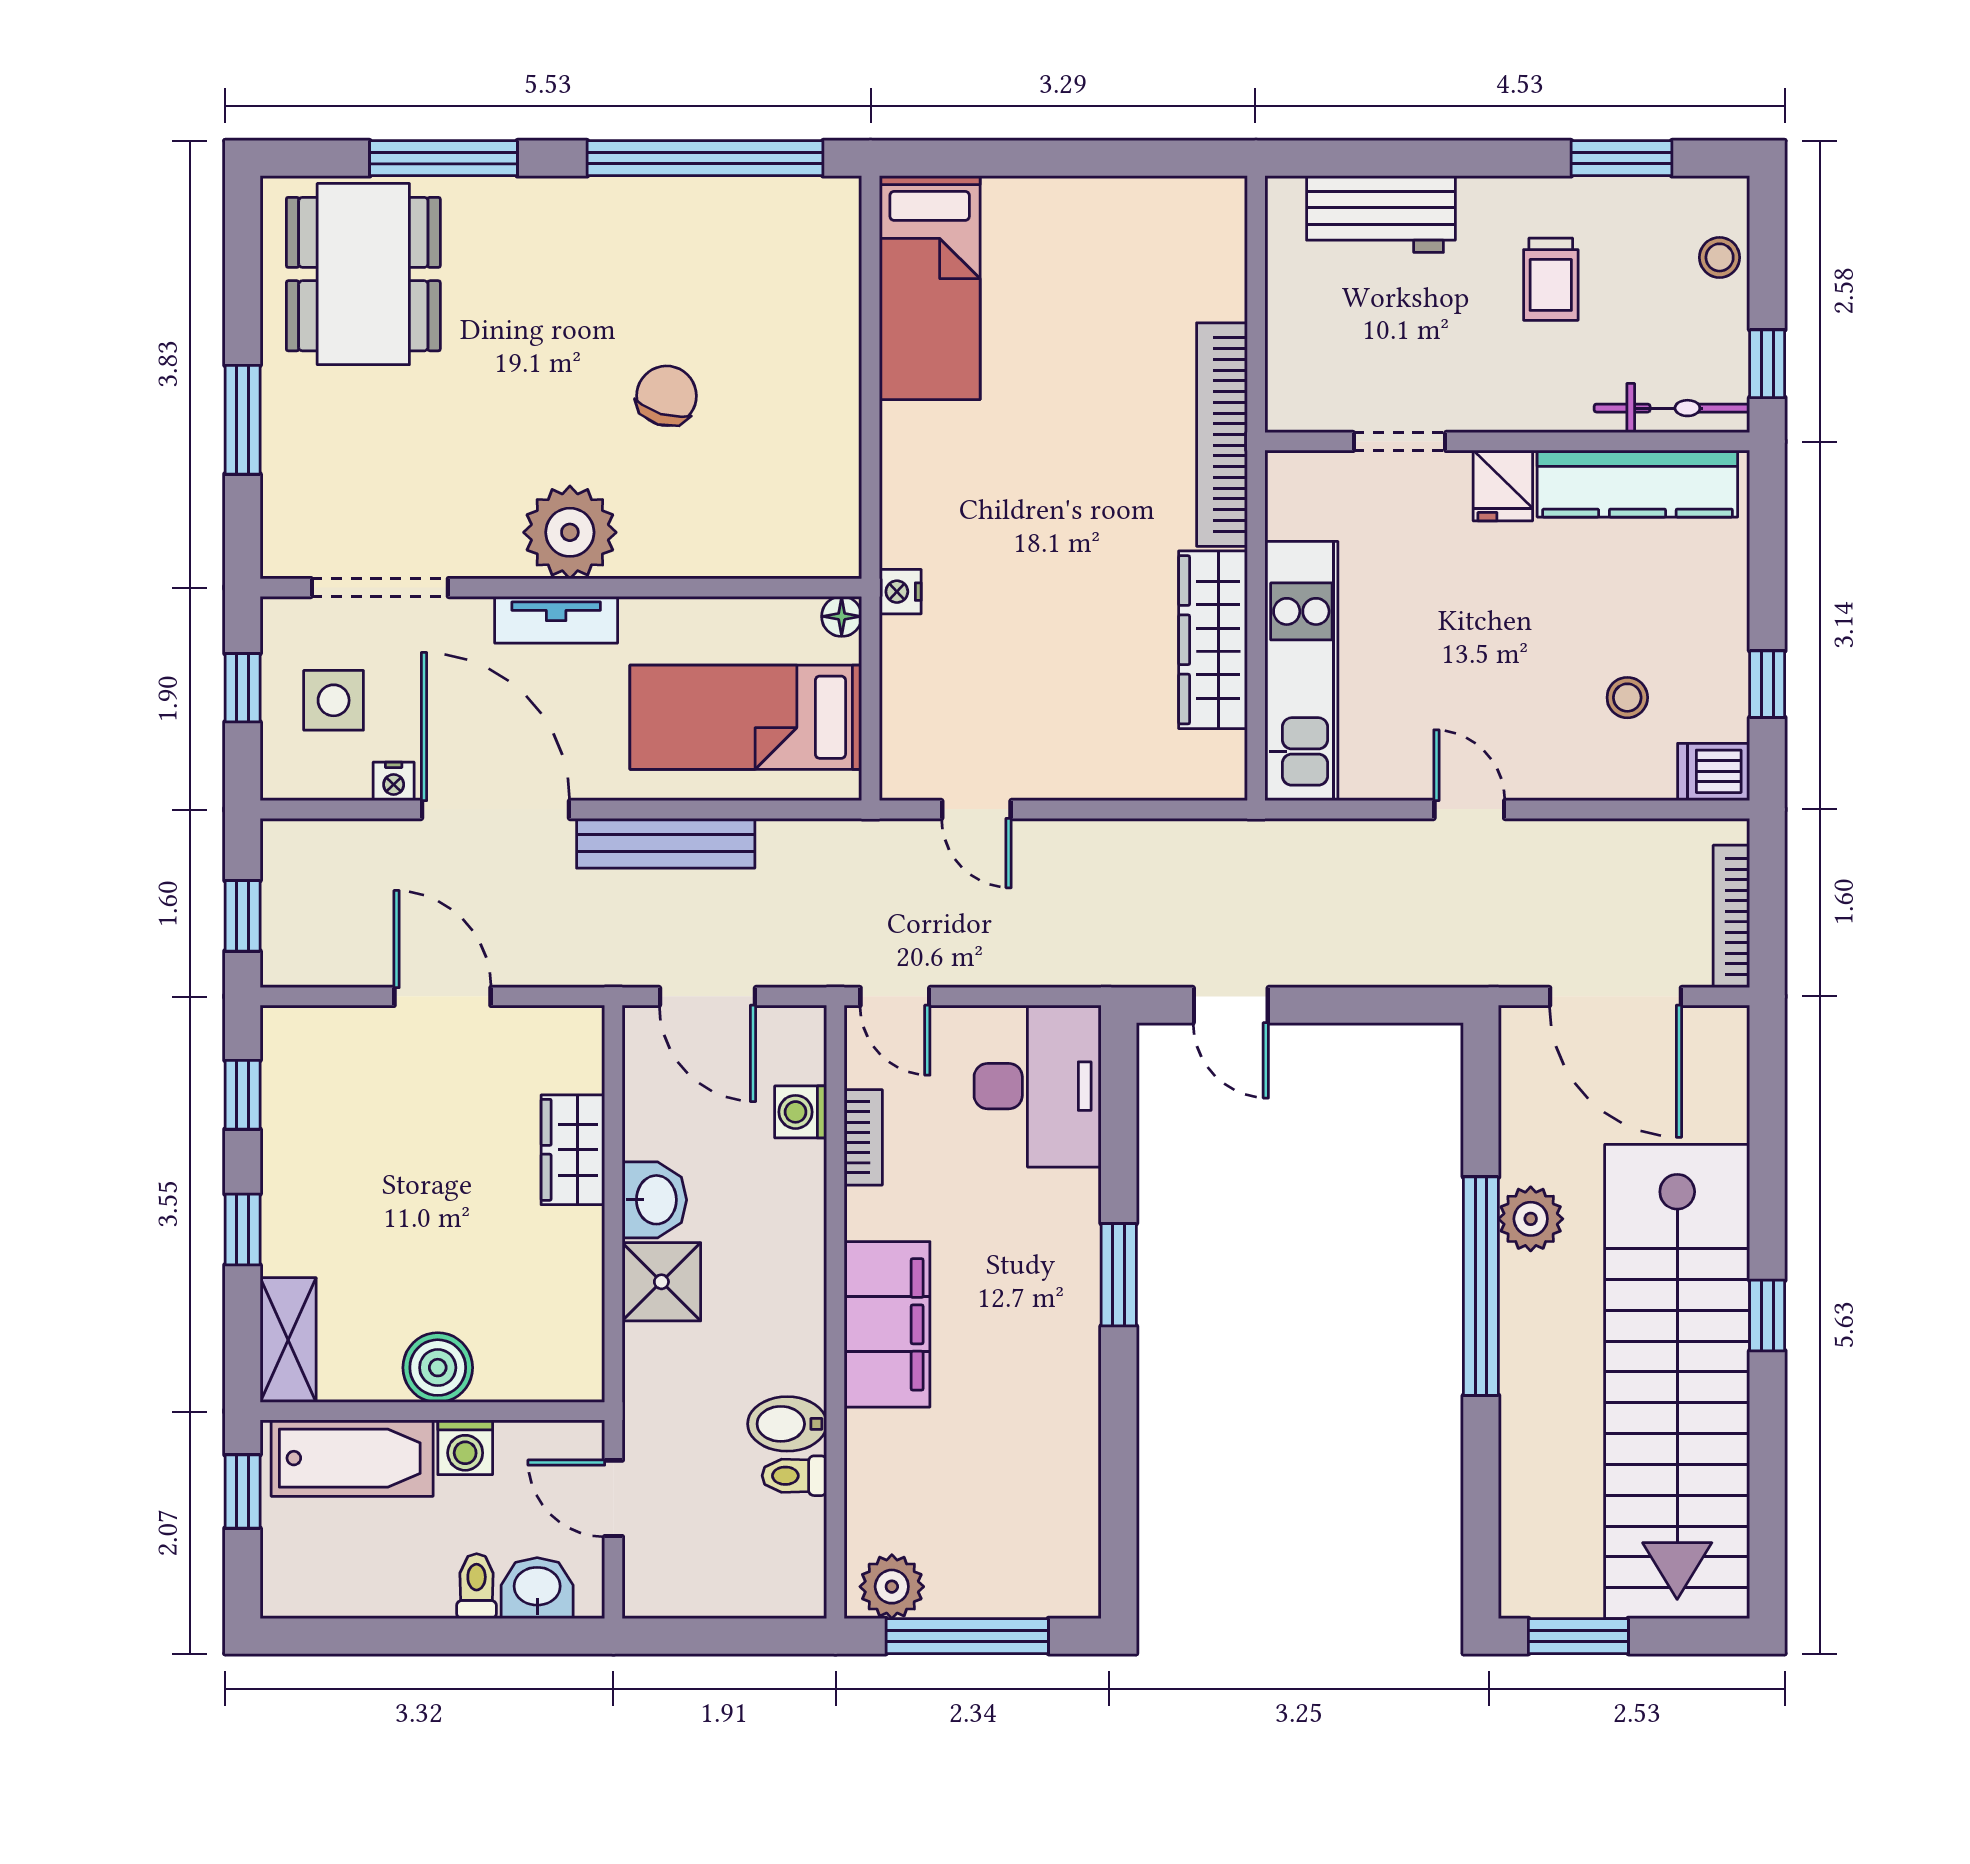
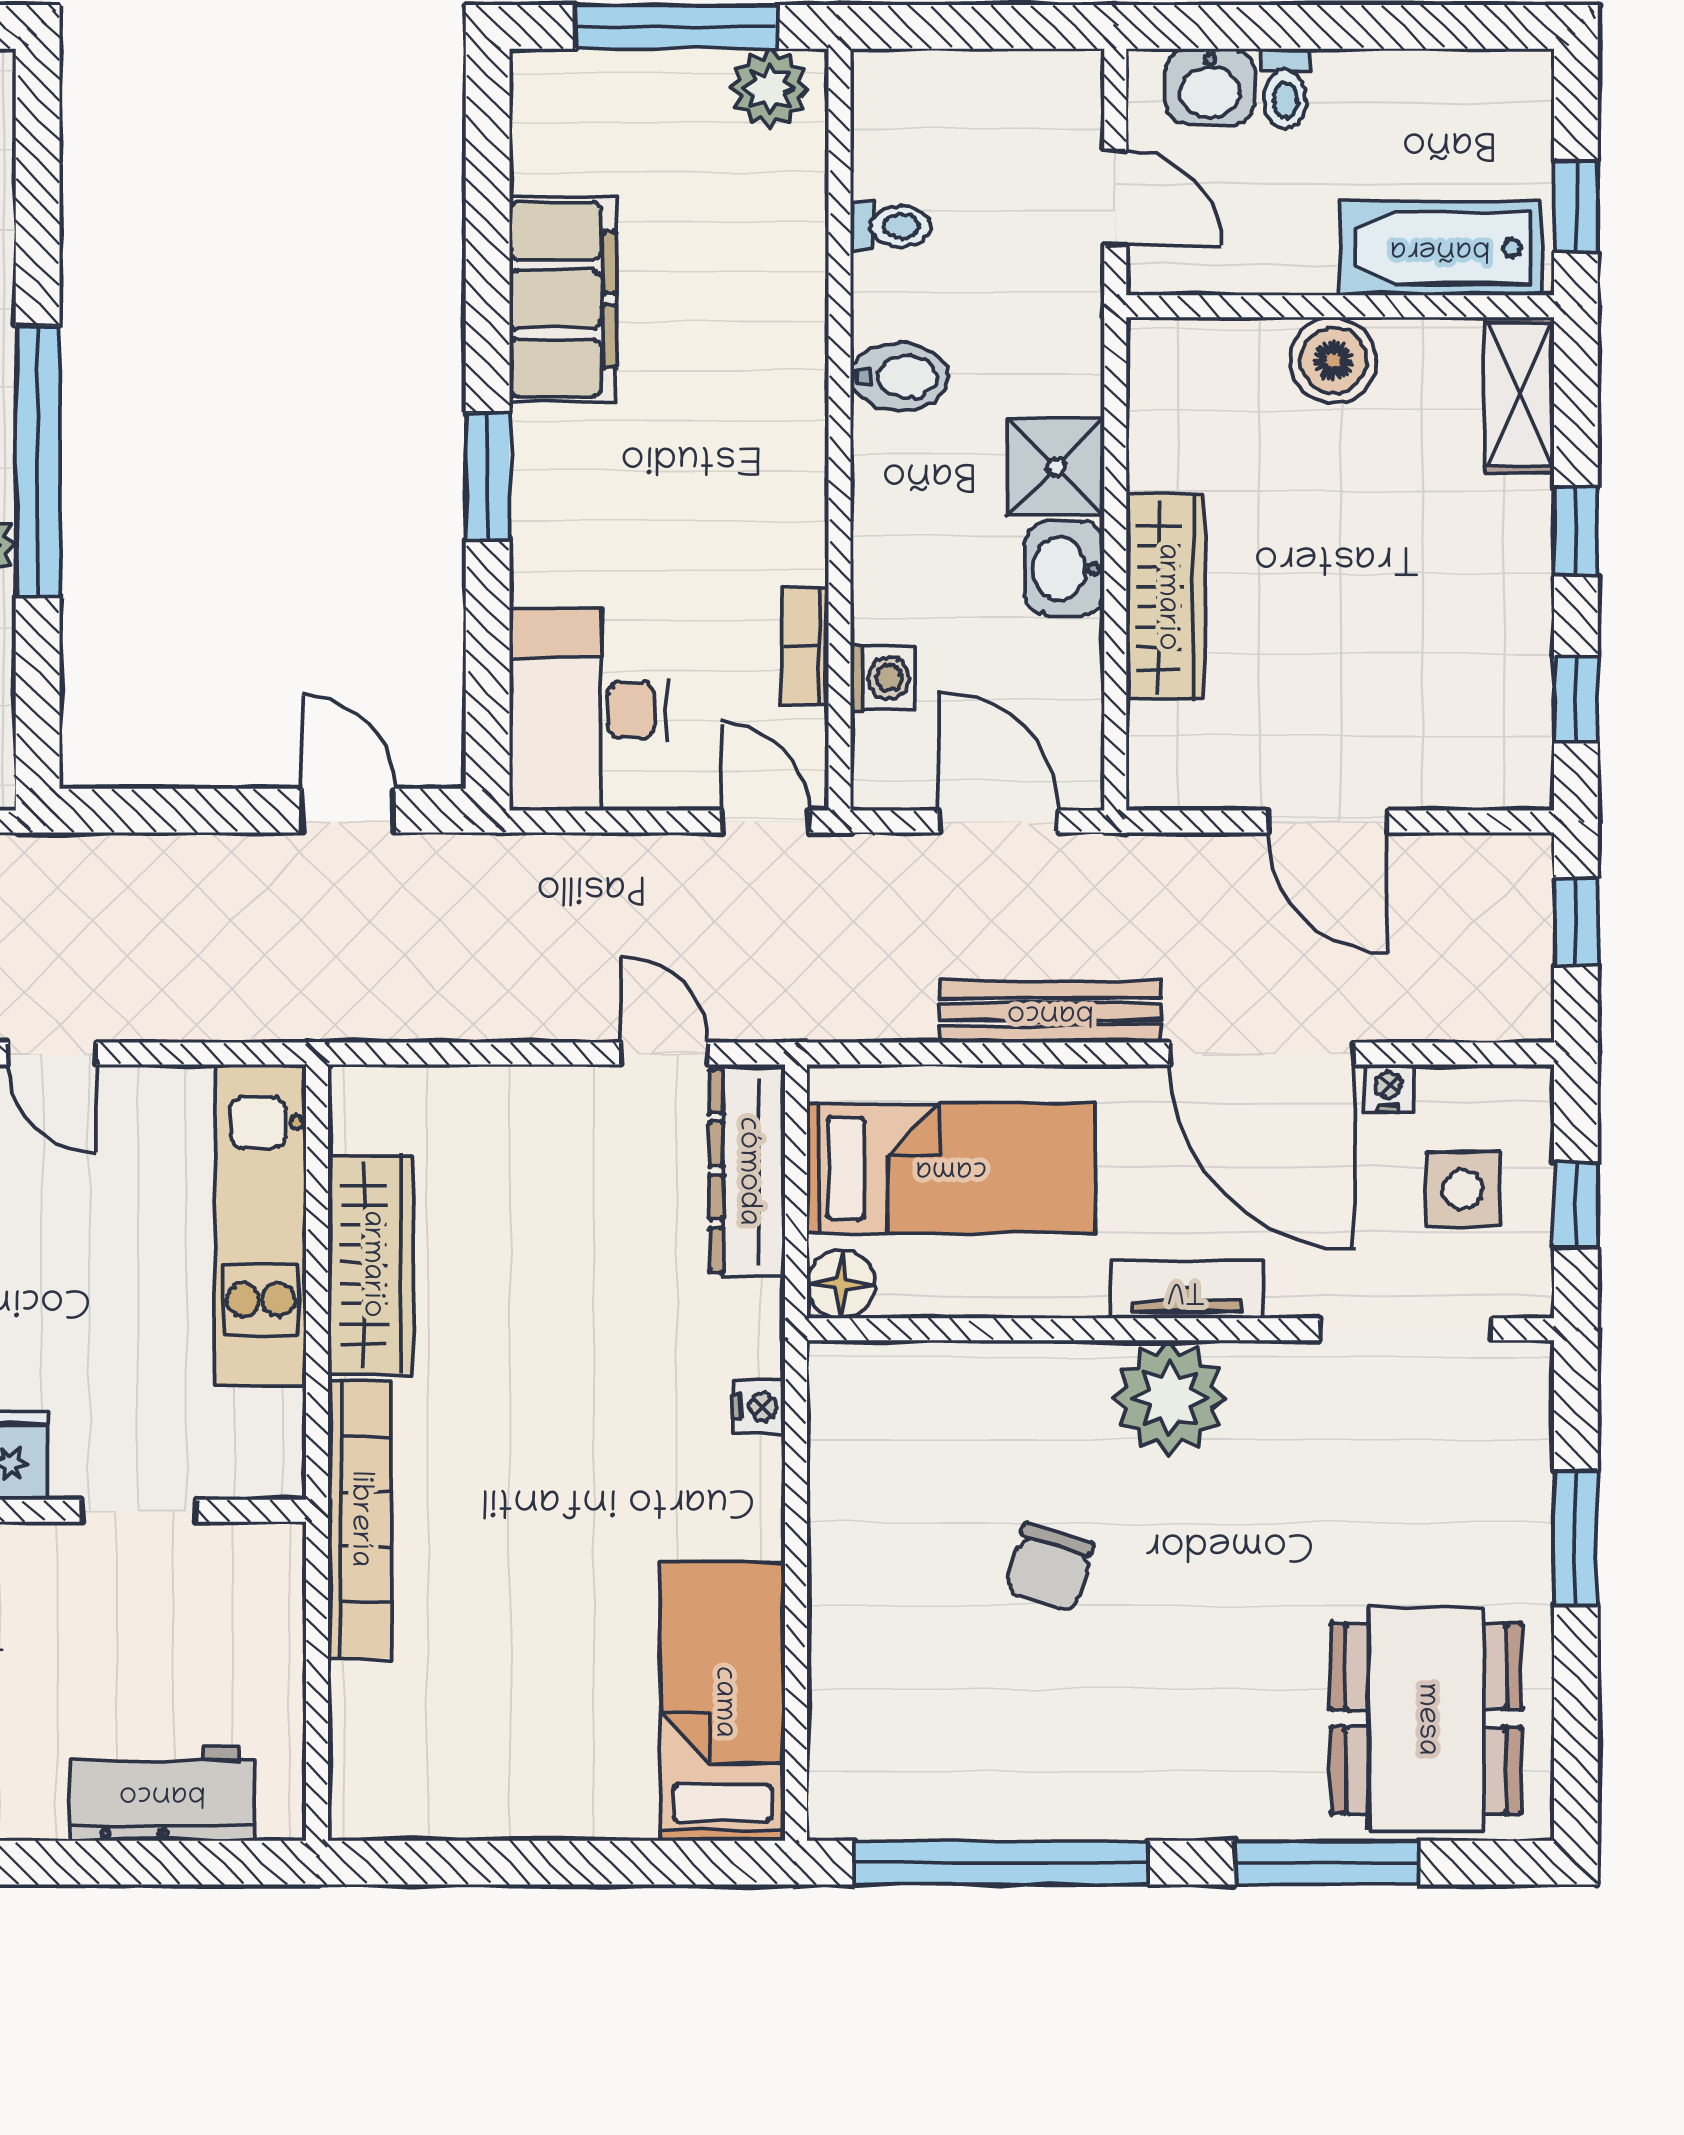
nightstand: (900, 592) -> (759, 1407), moved
floor lamp: (842, 616) -> (841, 1284), width x1.37, depth x1.37
dresser: (910, 715) -> (747, 1171), added
wardrobe: (573, 1150) -> (1166, 597), width x1.50
filing cabinet: (887, 1324) -> (563, 299), moved, turned 180
bidet: (787, 1424) -> (900, 377), moved
washing machine: (465, 1447) -> (1299, 261), removed

